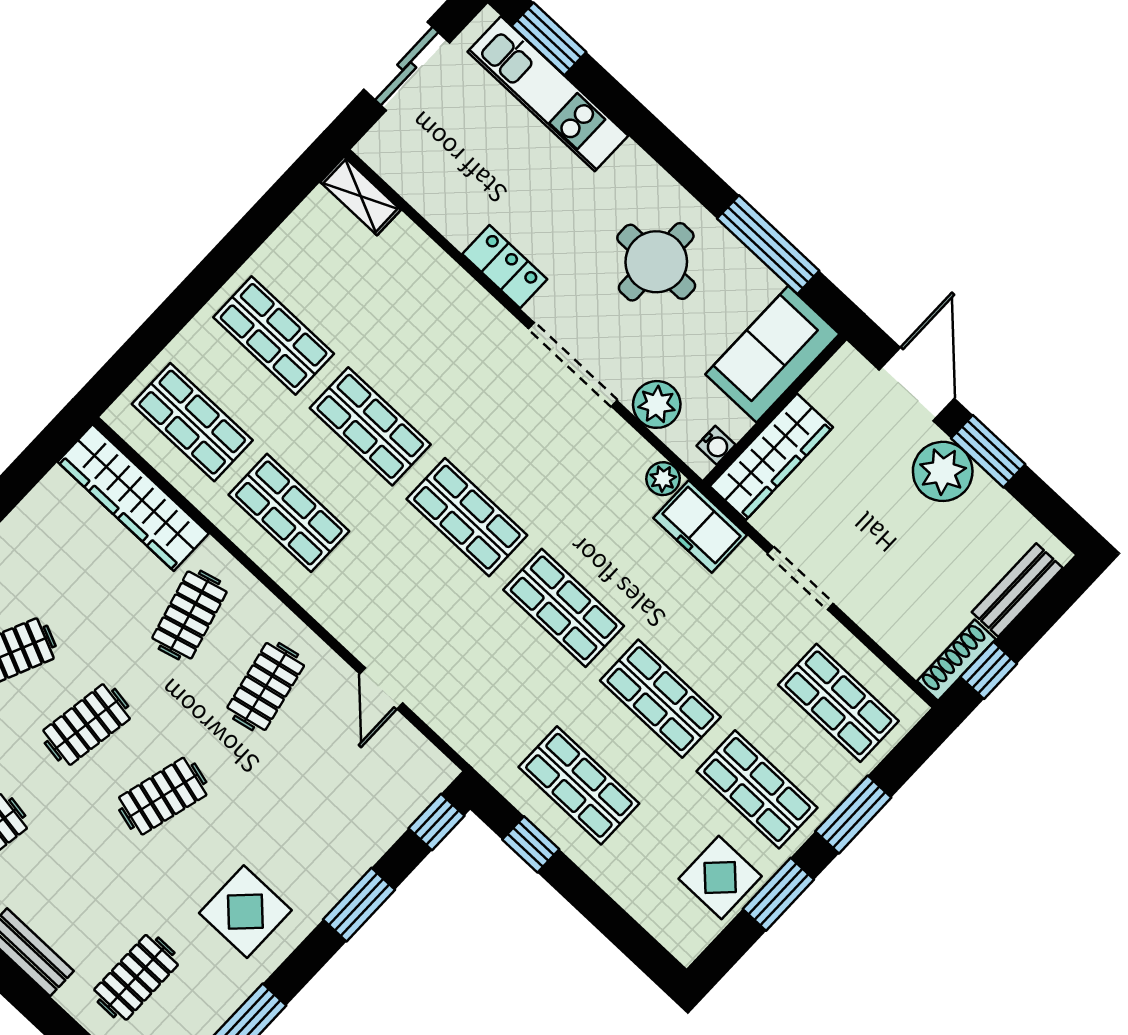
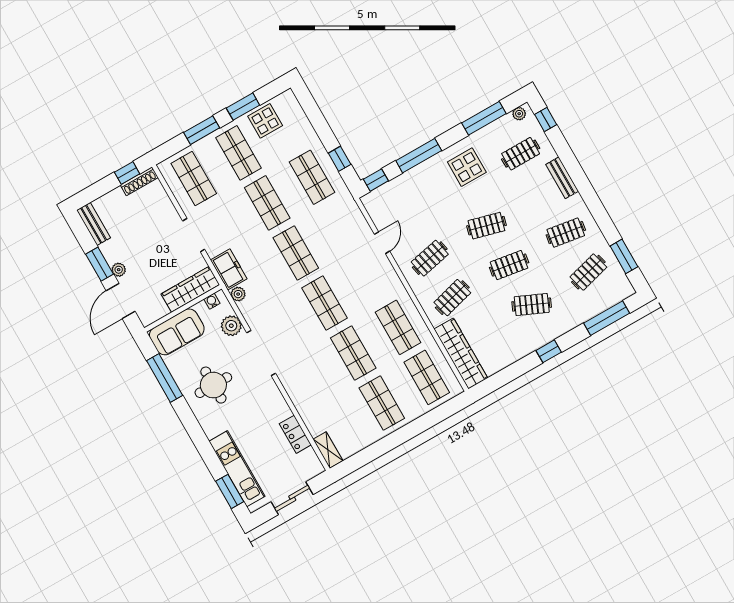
locker: (505, 267) -> (295, 434), moved
plant: (943, 471) -> (119, 270), width x0.53, depth x0.53
bench: (1017, 590) -> (94, 224), moved, turned 90
window: (359, 905) -> (419, 156), width x1.44

